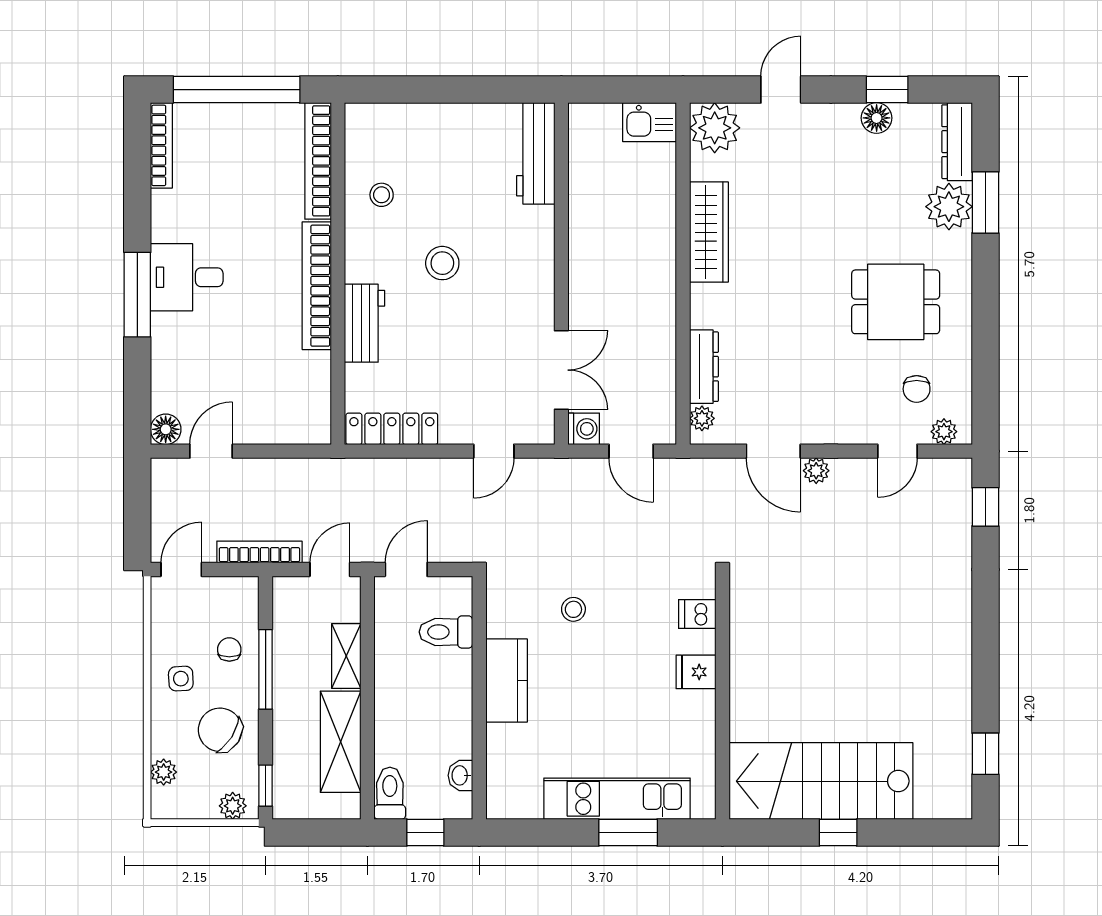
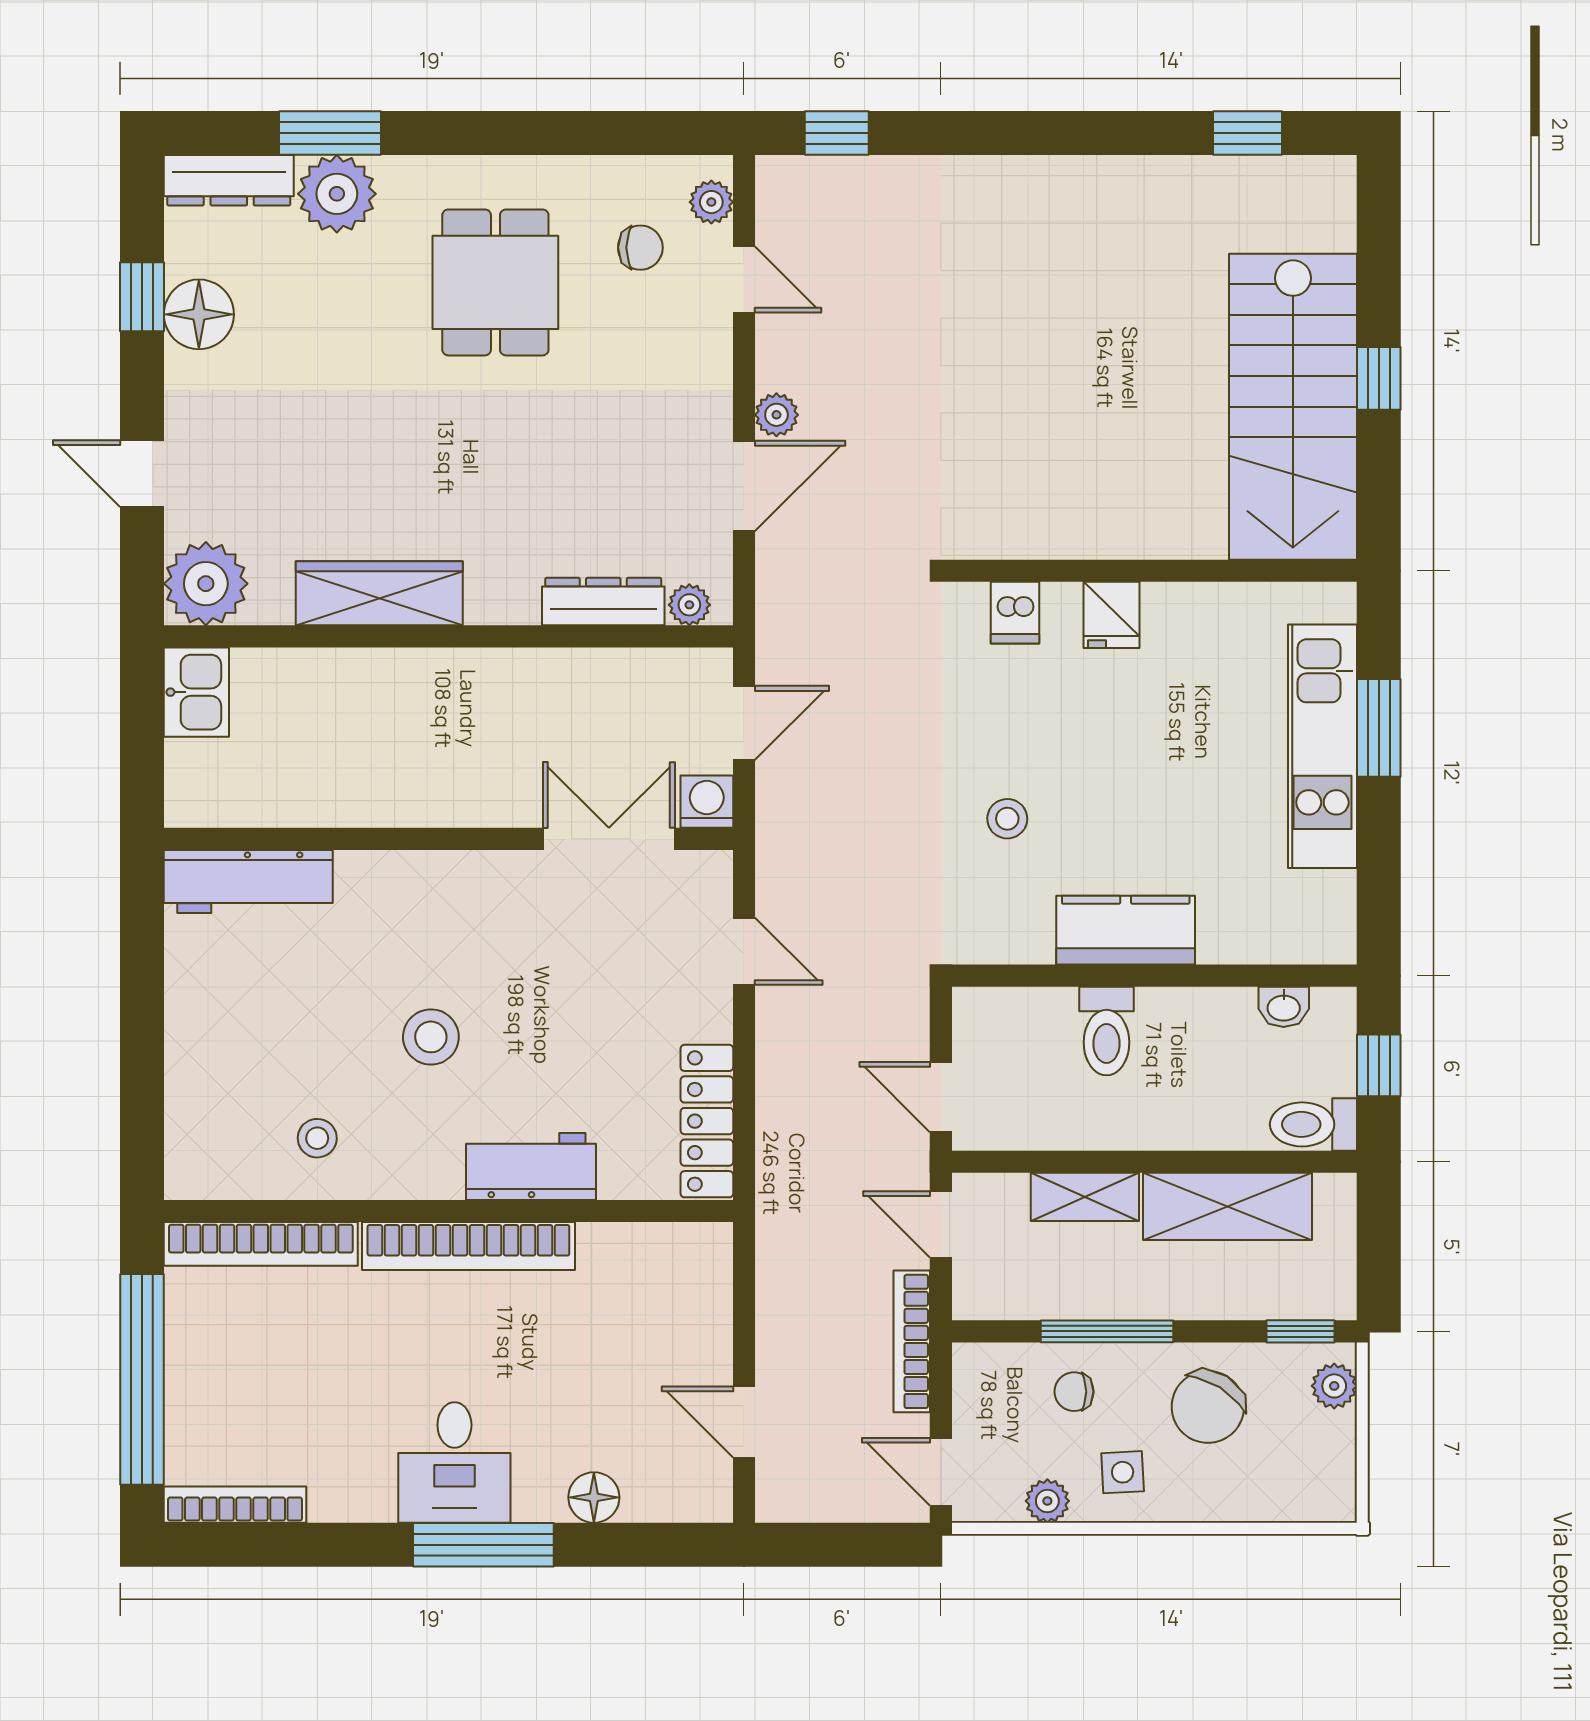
floor lamp: (877, 118) -> (199, 314), width x1.38, depth x1.38
floor lamp: (166, 429) -> (594, 1497), moved
toilet: (446, 632) -> (1107, 1031), moved
plant: (164, 772) -> (1047, 1501), moved

